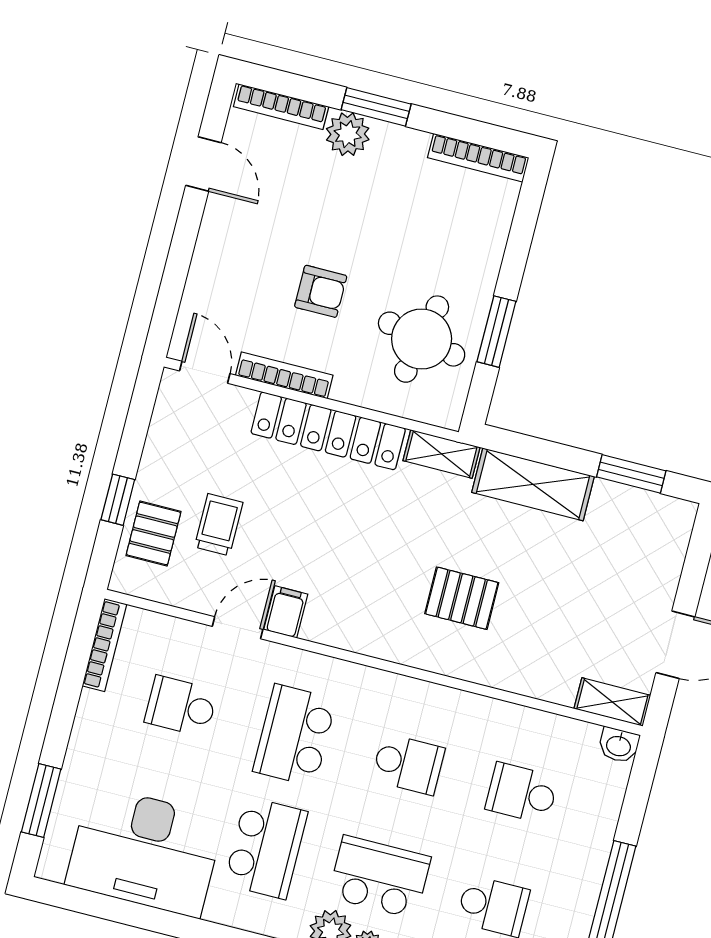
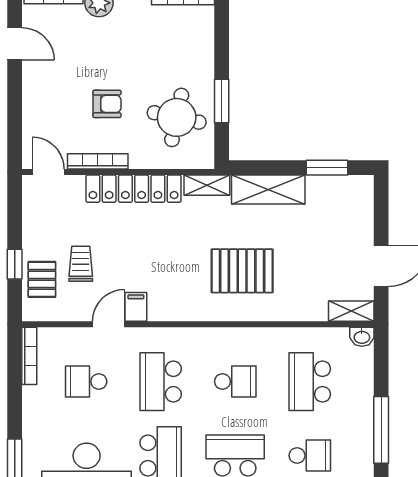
pallet: (462, 598) -> (242, 271), width x1.50, depth x1.42
school desk: (522, 793) -> (310, 382), width x1.85

